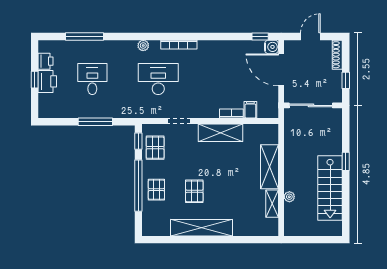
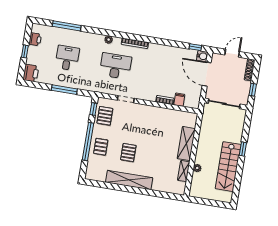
printer: (47, 81) -> (31, 73), moved
shelving: (220, 133) -> (155, 113), removed

